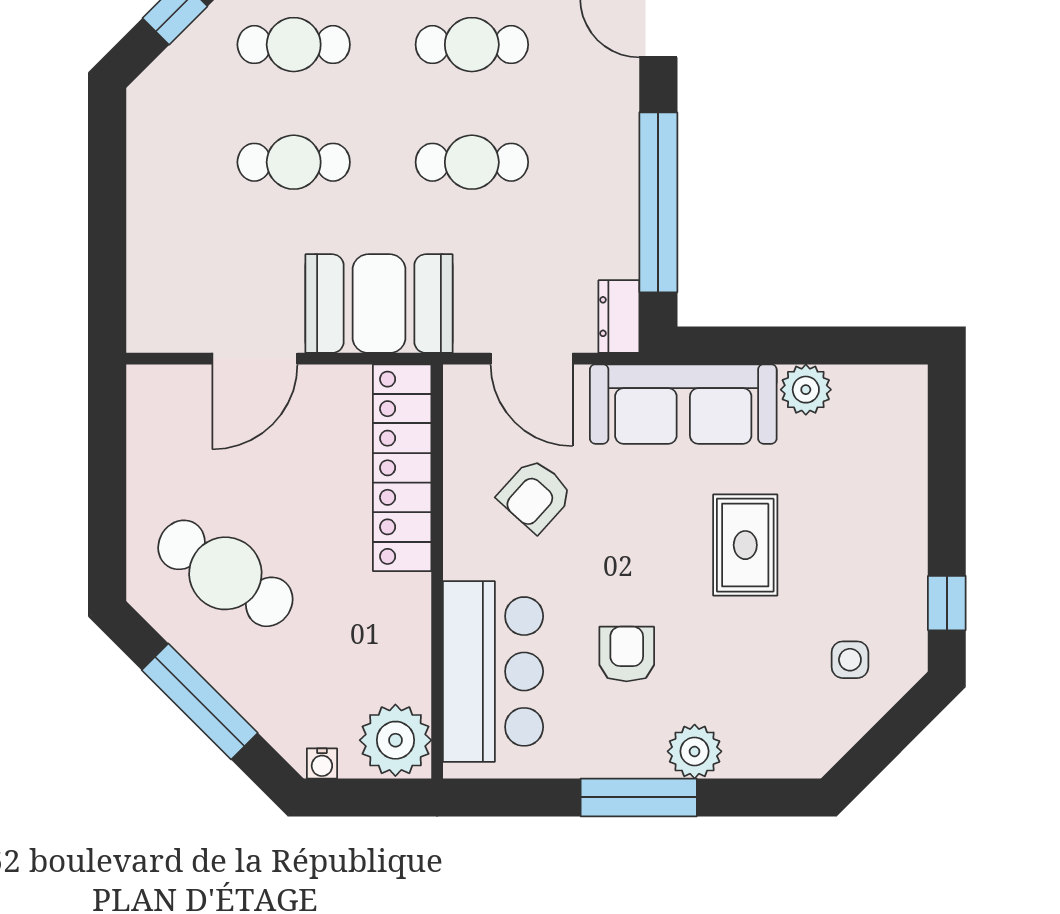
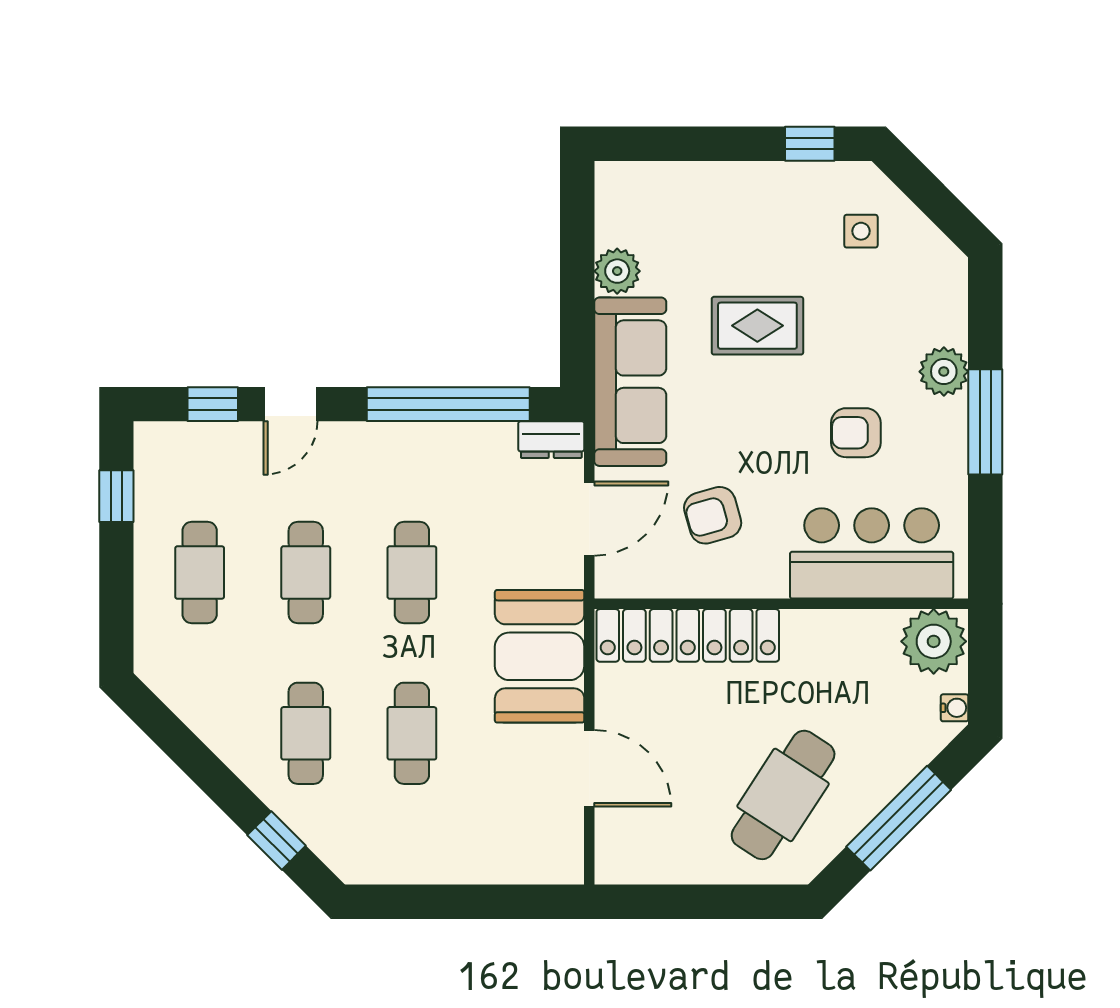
armchair: (535, 495) -> (713, 515), turned 122

